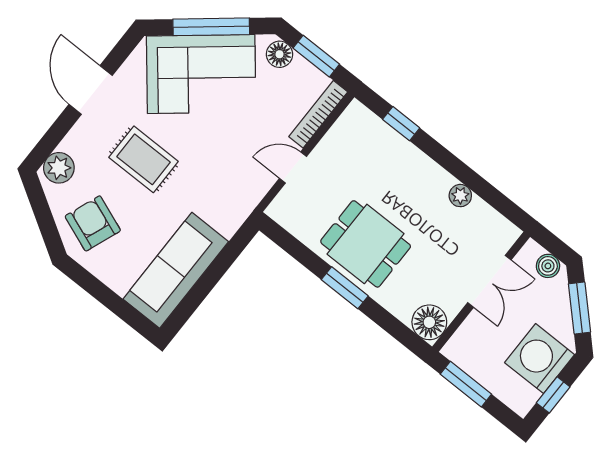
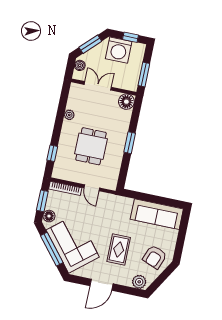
dining table: (366, 244) -> (91, 146), moved

